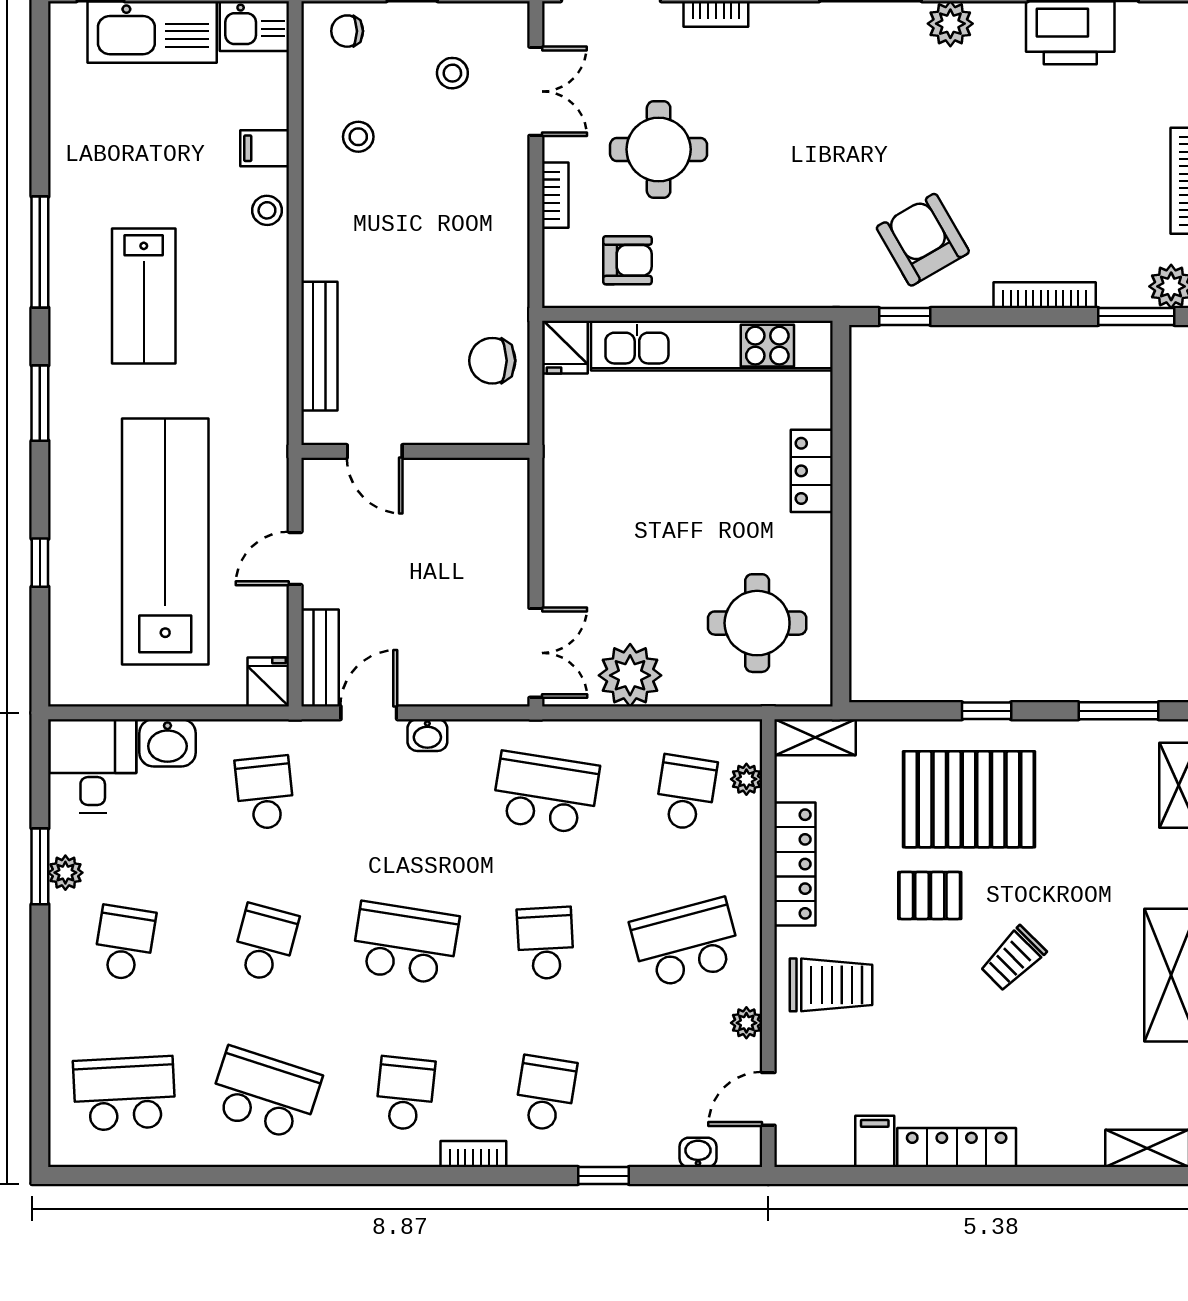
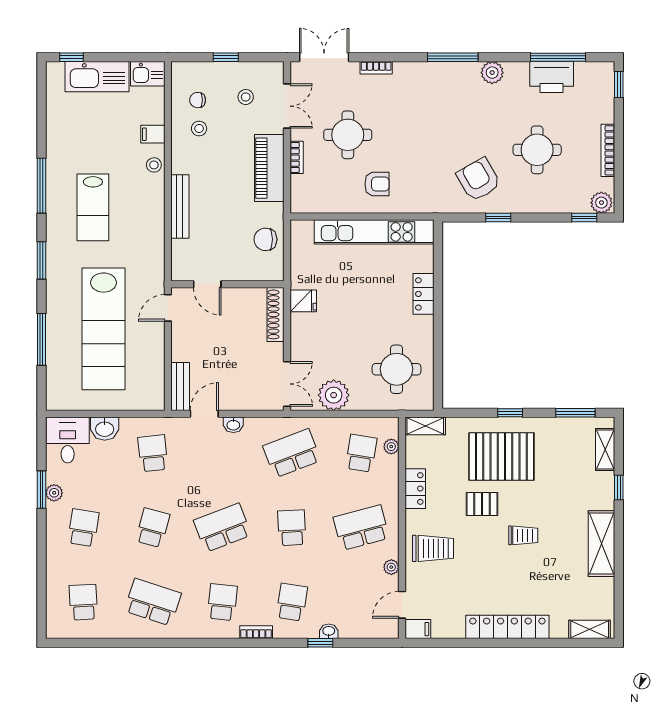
chair: (347, 31) -> (198, 100), moved
round table: (1041, 180) -> (537, 150), added
piano: (500, 217) -> (269, 168), added
armchair: (627, 260) -> (377, 184), moved
bookcase: (1045, 295) -> (539, 207), removed
window: (905, 316) -> (498, 217), moved
window: (1136, 316) -> (584, 217), width x0.67
bench: (319, 346) -> (180, 207), moved
fridge: (565, 347) -> (303, 301), moved, turned -90
shoe rack: (513, 512) -> (276, 314), added
lab bench: (165, 542) -> (104, 329), turned 180
door: (295, 559) -> (168, 308), moved
window: (40, 563) -> (41, 339), width x2.17
fridge: (268, 682) -> (155, 398), removed
school desk: (545, 793) -> (292, 453), turned -30
locker: (795, 864) -> (415, 489), width x0.66
school desk: (405, 943) -> (222, 528), turned -30
trolley: (1013, 959) -> (523, 535), turned -135
school desk: (124, 1094) -> (83, 602), width x0.54
filing cabinet: (875, 1141) -> (418, 629), moved, turned 90
locker: (957, 1148) -> (507, 627), width x1.41, depth x1.21
washbasin: (698, 1152) -> (329, 631), moved

